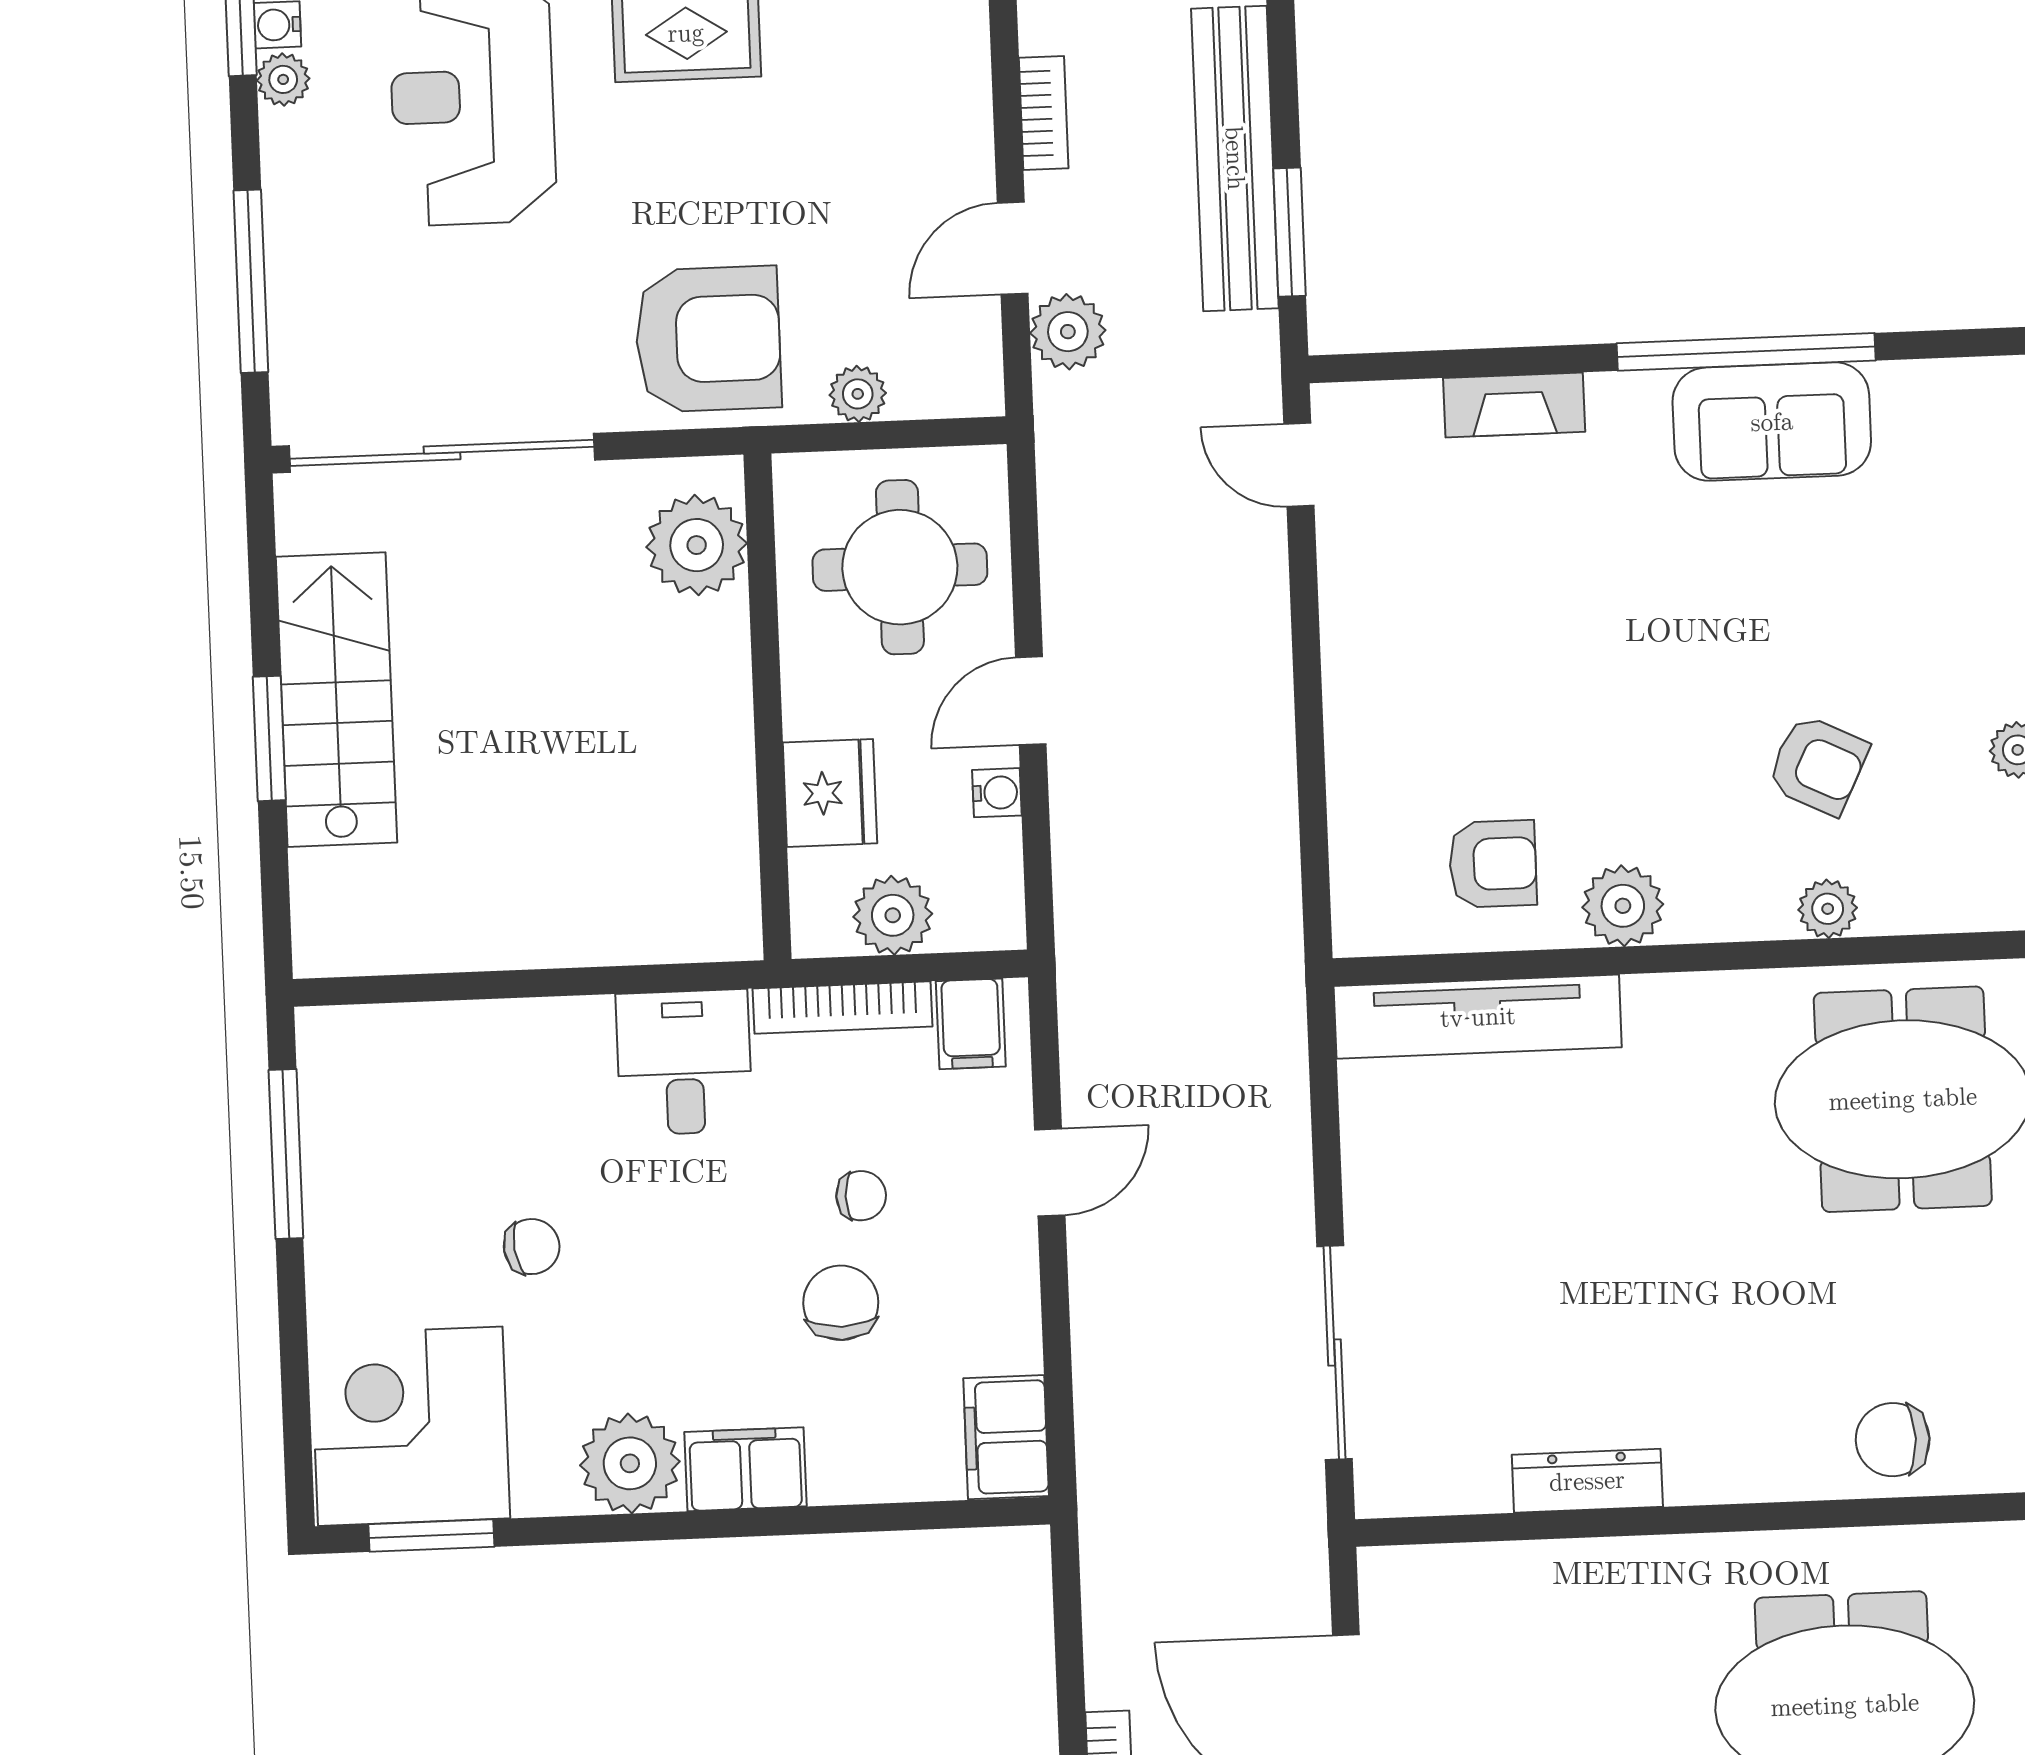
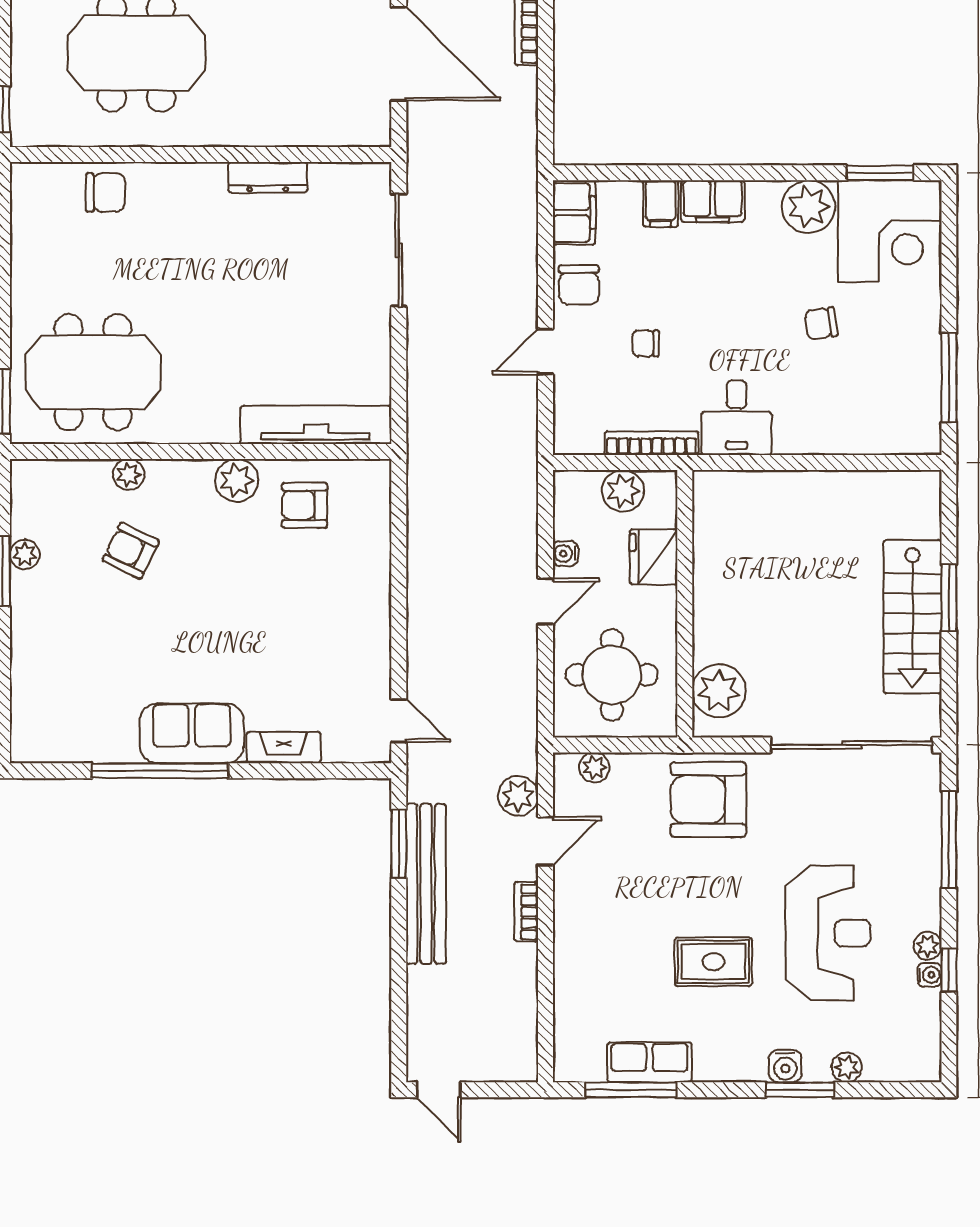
plant: (858, 394) -> (594, 767), moved
sofa: (1772, 422) -> (192, 733), moved
filing cabinet: (971, 1024) -> (661, 204), moved, turned 180
chair: (841, 1303) -> (579, 285), moved
plant: (630, 1463) -> (809, 207), moved

